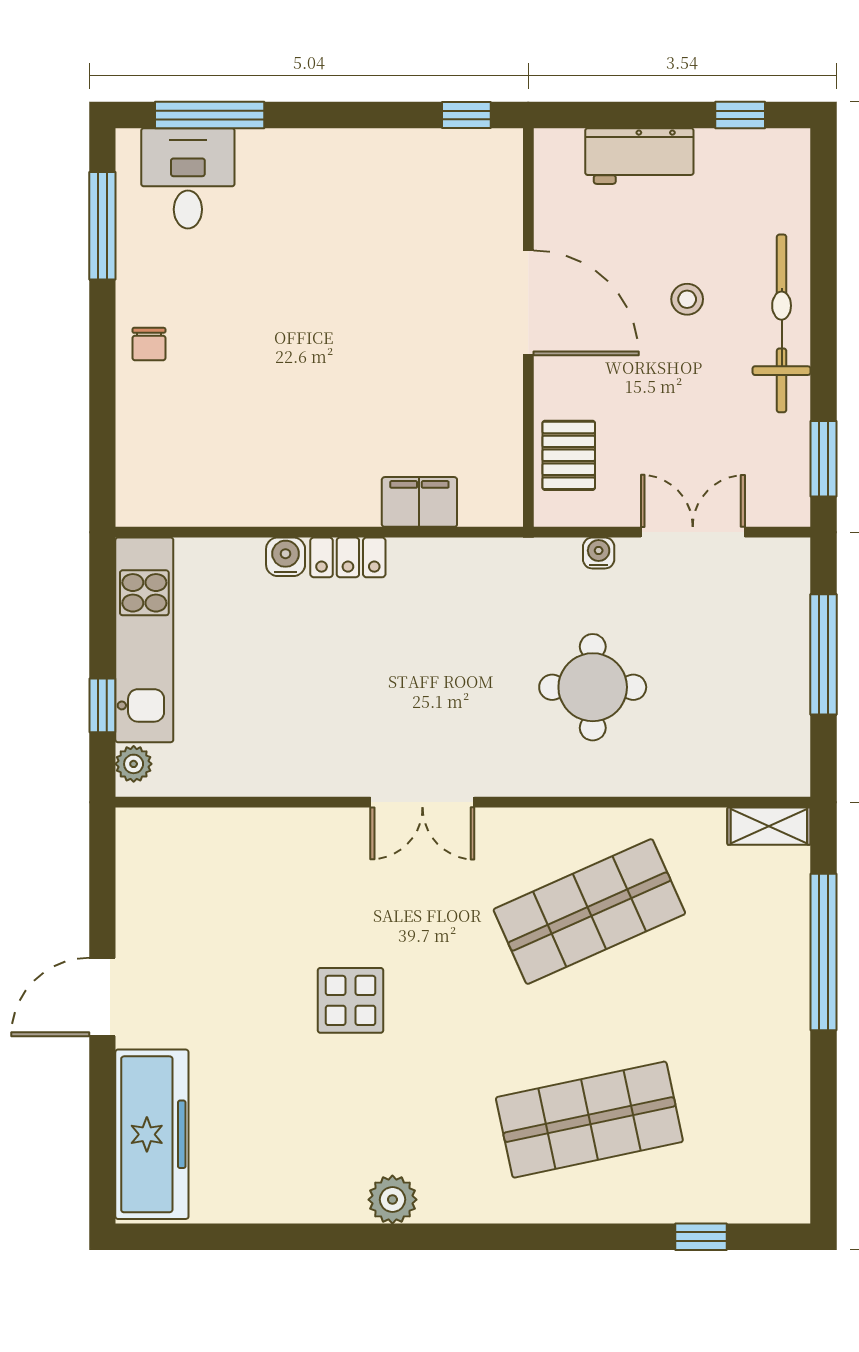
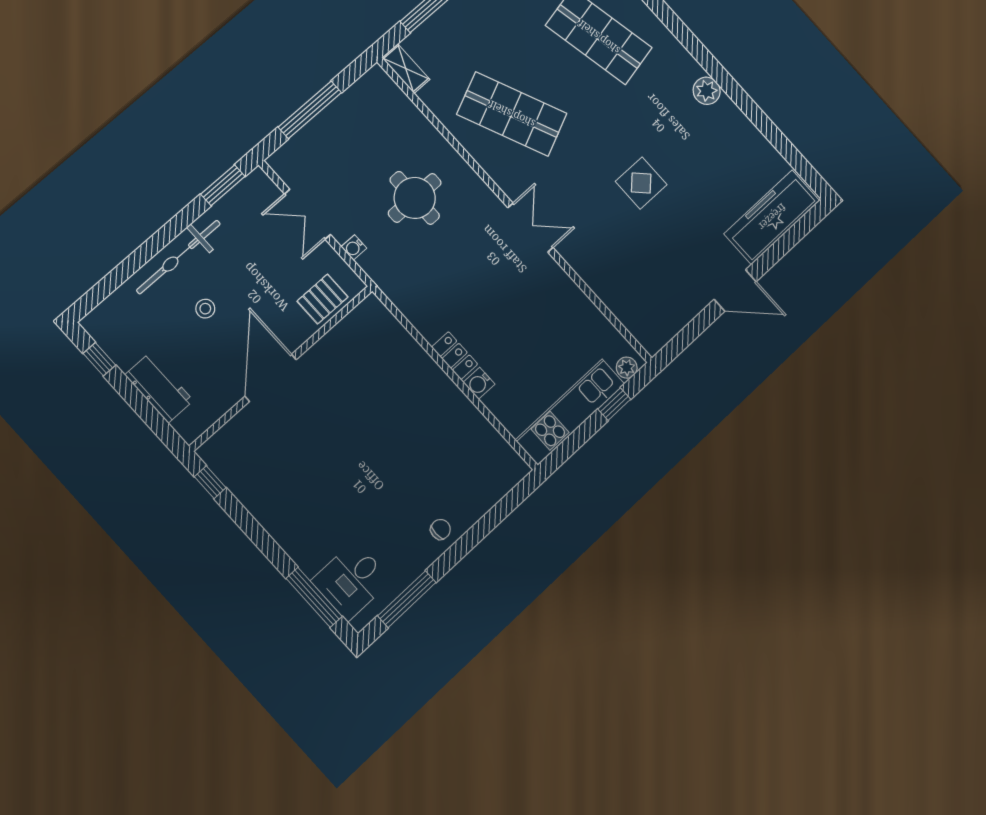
filing cabinet: (419, 502) -> (402, 346), removed

